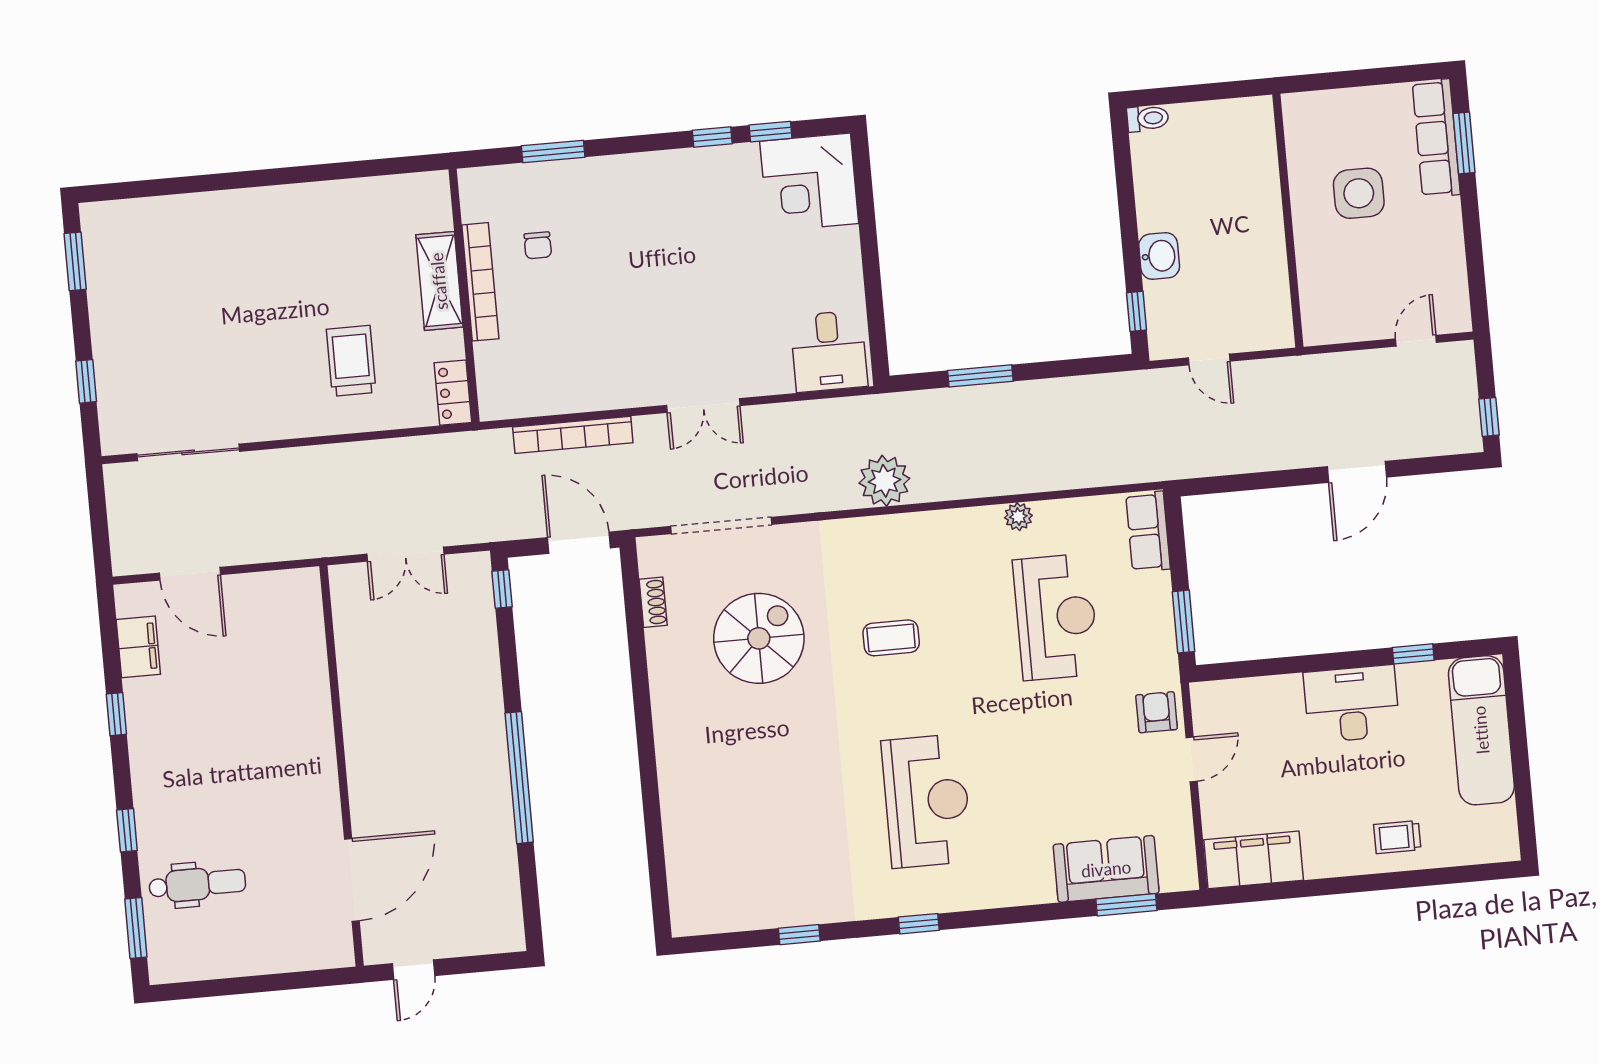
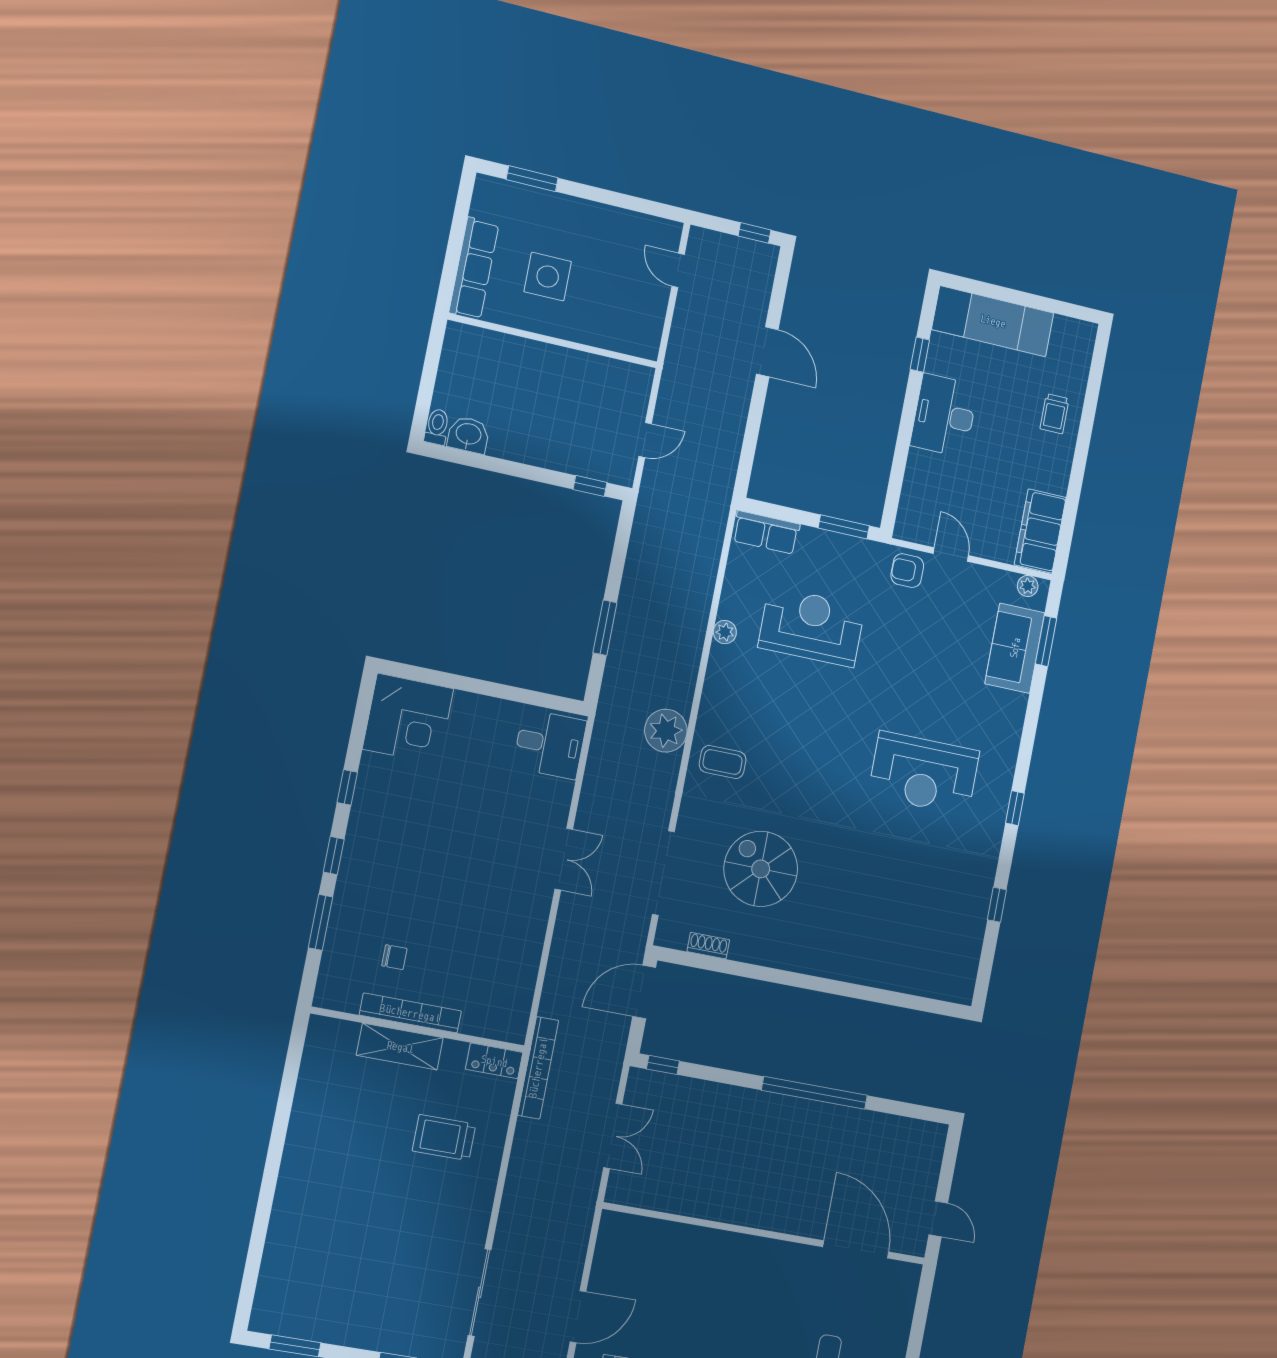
window: (770, 132) -> (334, 856), moved
row of seats: (1436, 138) -> (474, 268), moved, turned -90
washbasin: (1159, 256) -> (468, 435), moved
bookcase: (573, 435) -> (538, 1068), moved
coffee table: (891, 638) -> (723, 762), moved, turned 90
reception desk: (927, 801) -> (924, 773), turned 180
plant: (1184, 863) -> (1028, 586), added

